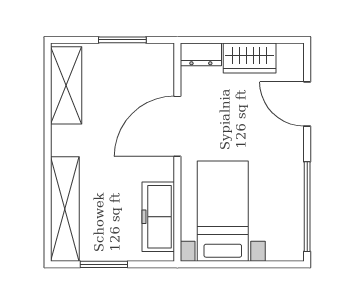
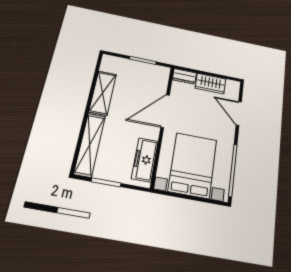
shelving: (66, 85) -> (103, 93), moved
bed with nightstands: (223, 211) -> (193, 165), width x1.36

